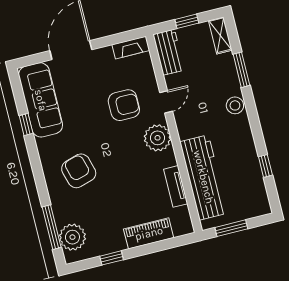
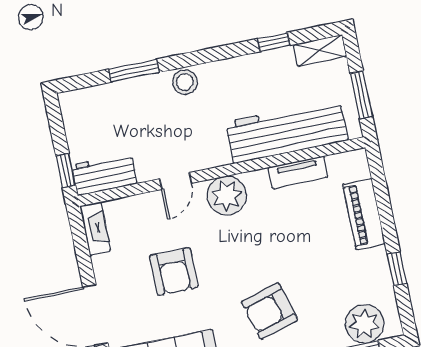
window: (187, 21) -> (66, 171), moved
shelving: (220, 35) -> (320, 50), moved
door: (166, 102) -> (176, 181), swing flipped
armchair: (124, 105) -> (174, 272), moved, turned 180

